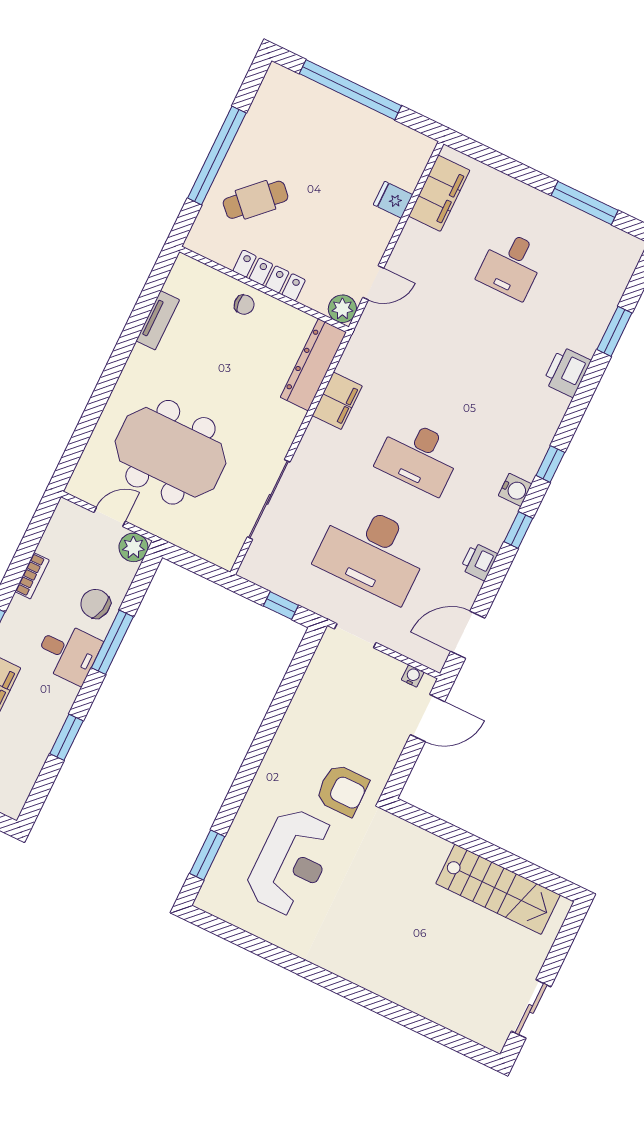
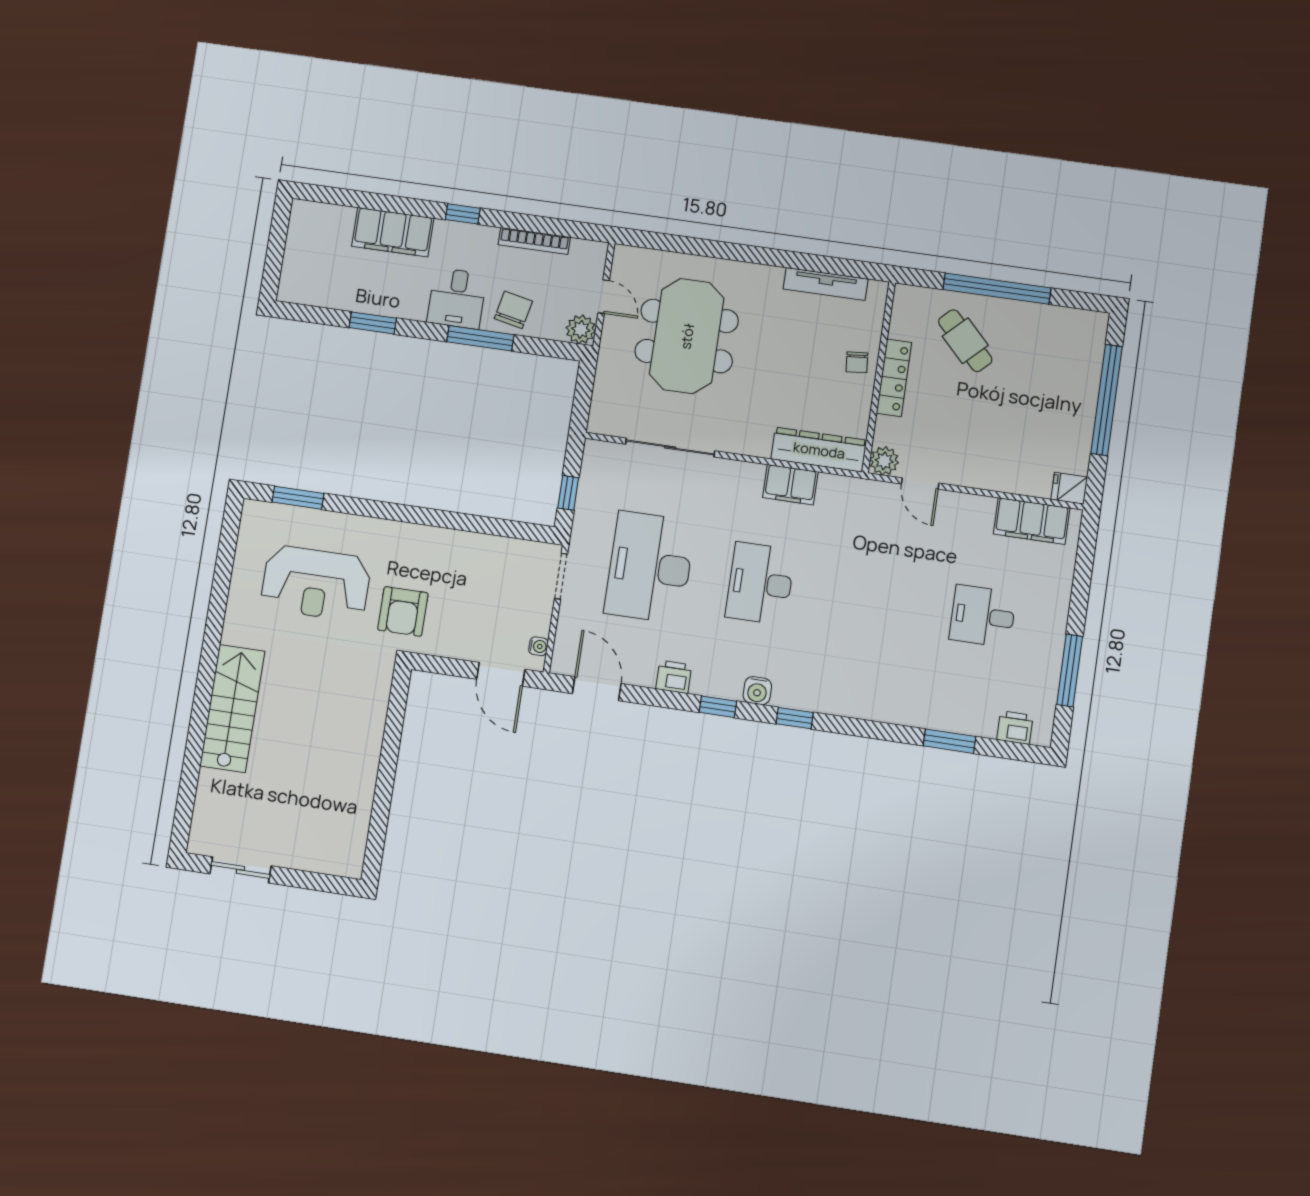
fridge: (393, 200) -> (1069, 488), moved, turned -90
tv unit: (158, 320) -> (826, 284), width x1.41
printer: (567, 372) -> (1015, 728), moved, width x0.73, depth x0.81
bookcase: (32, 576) -> (534, 241), width x1.56
stairs: (498, 889) -> (232, 709), moved, turned 180

